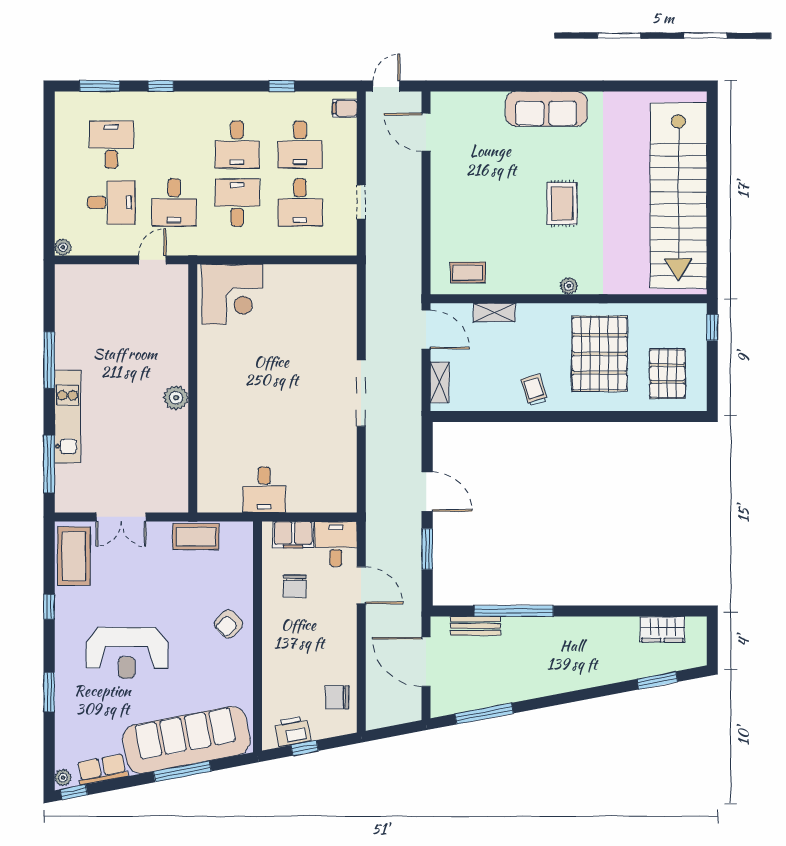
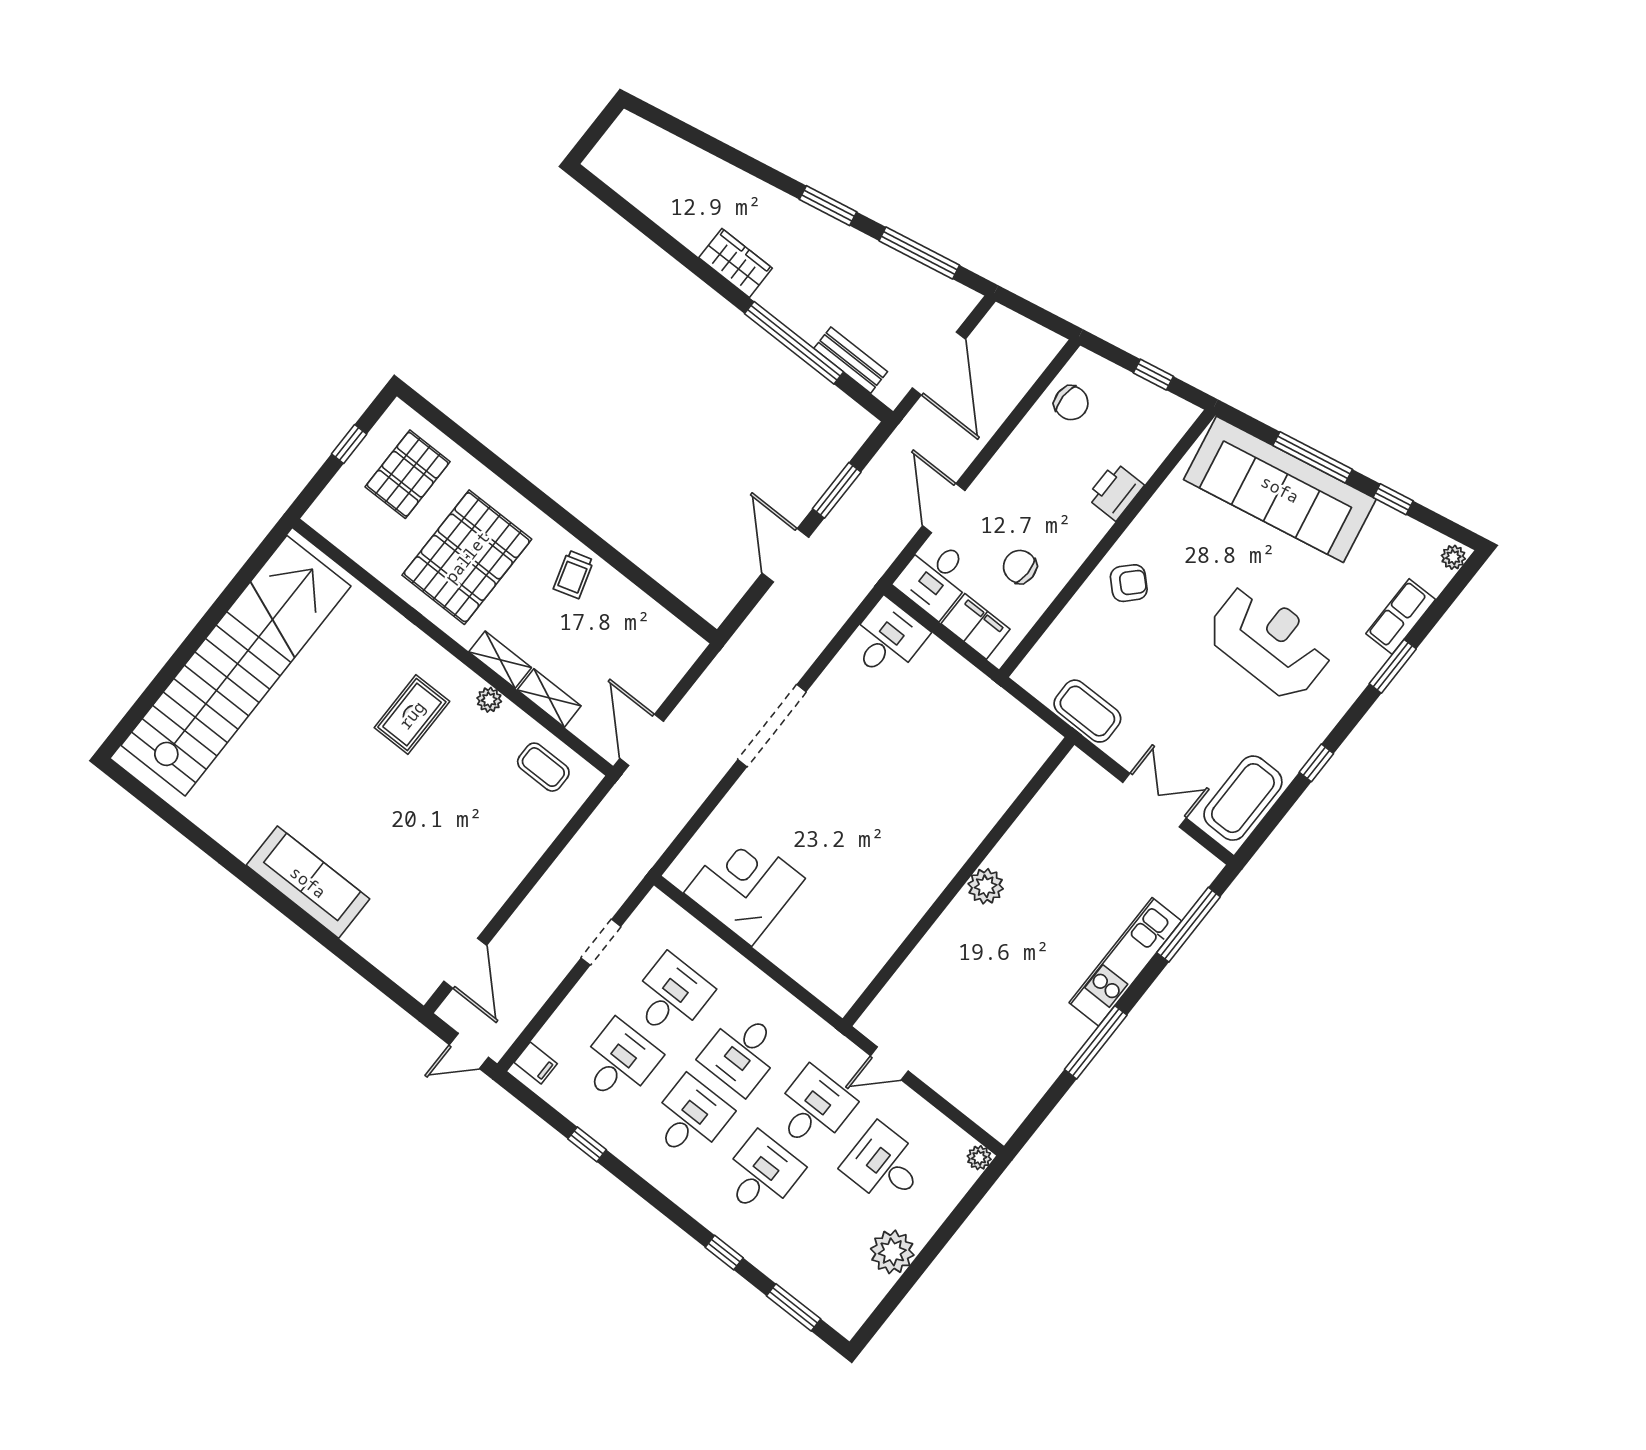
desk: (111, 145) -> (761, 1174), moved, turned 180
plant: (70, 159) -> (892, 1252), added
rug: (562, 204) -> (412, 715), moved
plant: (569, 286) -> (489, 700), moved
corner desk: (232, 294) -> (744, 886), moved
window: (712, 327) -> (349, 444), moved
shelving: (440, 382) -> (500, 660), moved, turned 90
desk: (264, 490) -> (887, 639), moved
chair: (295, 586) -> (1020, 567), turned -90
wardrobe: (662, 629) -> (736, 263), moved
window: (657, 680) -> (828, 206), moved
printer: (292, 731) -> (1115, 491), moved, turned 101
row of seats: (102, 769) -> (1401, 617), moved, turned 101
window: (74, 792) -> (1393, 499), moved

